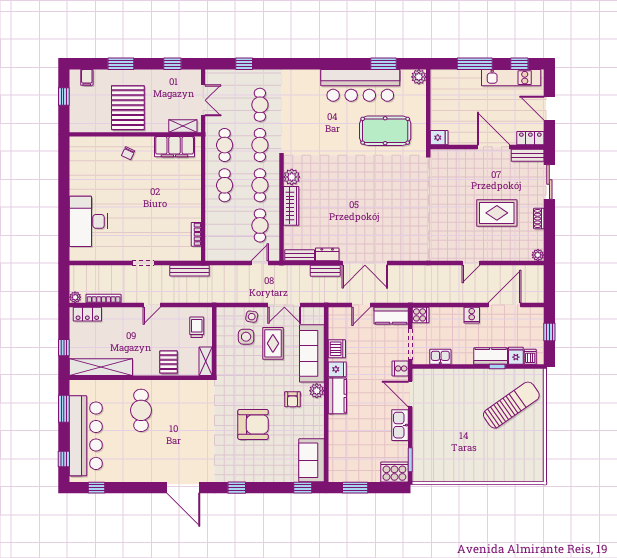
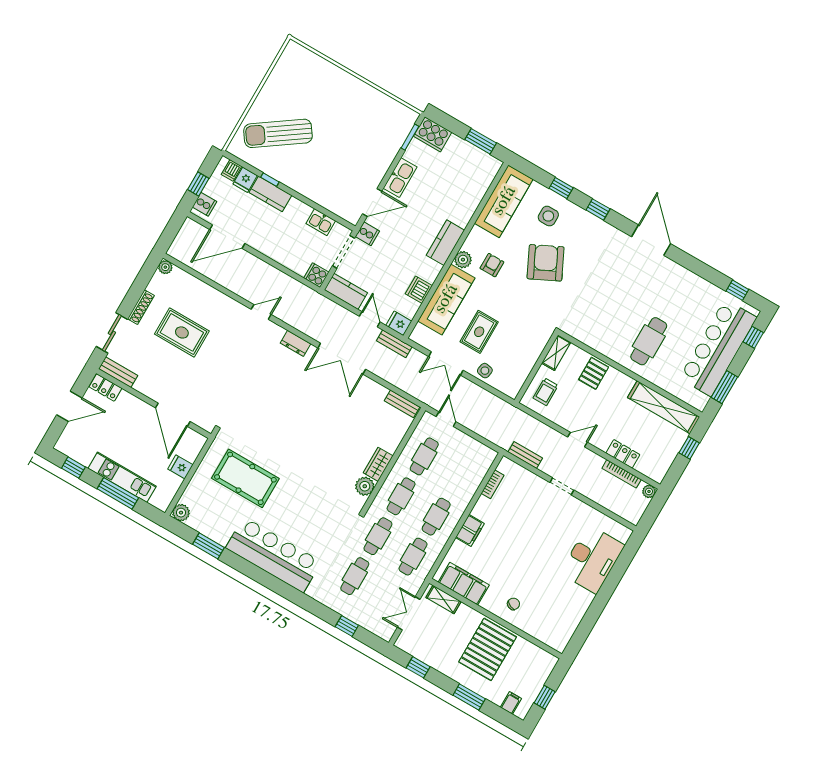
kitchen unit: (511, 78) -> (122, 477), moved
bar counter: (360, 85) -> (273, 555), moved
door: (549, 108) -> (69, 406), hinge flipped
fridge: (439, 138) -> (180, 467), moved
door: (494, 147) -> (173, 415), moved
filing cabinet: (193, 190) -> (470, 530), added
wardrobe: (291, 206) -> (378, 464), width x0.67
shoe rack: (539, 219) -> (141, 307), width x1.43
dresser: (327, 254) -> (296, 343), moved
door: (260, 263) -> (446, 419), swing flipped
double door: (365, 263) -> (342, 359), swing flipped
door: (471, 263) -> (261, 312), moved
bench: (190, 271) -> (525, 455), width x0.73
bench: (325, 271) -> (394, 344), moved
double door: (284, 305) -> (446, 363), swing flipped
door: (361, 305) -> (370, 319), hinge flipped
locker: (87, 314) -> (623, 454), moved
cooker: (472, 315) -> (204, 204), moved, turned 90
side table: (246, 337) -> (548, 216), moved
fridge: (337, 369) -> (399, 323), moved
door: (410, 394) -> (372, 203), hinge flipped
armchair: (253, 424) -> (546, 263), turned 64
sofa: (312, 460) -> (504, 201), width x1.36
window: (303, 488) -> (561, 188), moved

